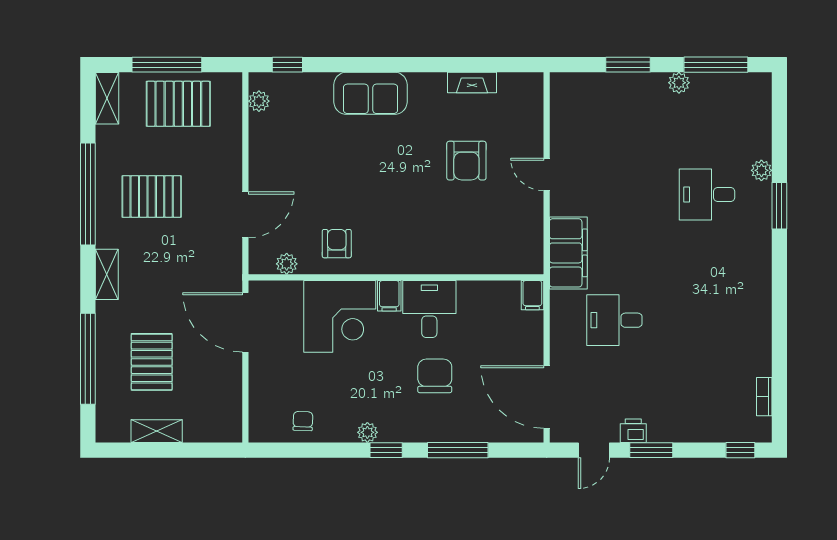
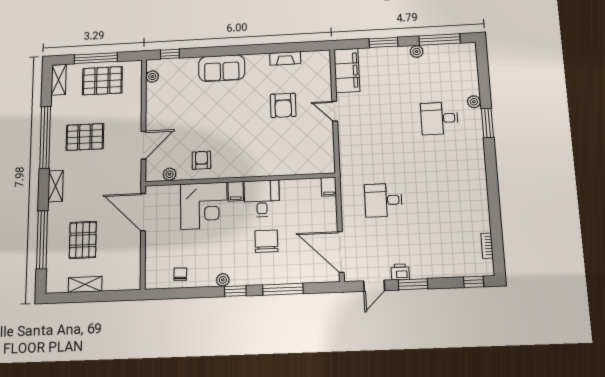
filing cabinet: (568, 253) -> (347, 70), moved

